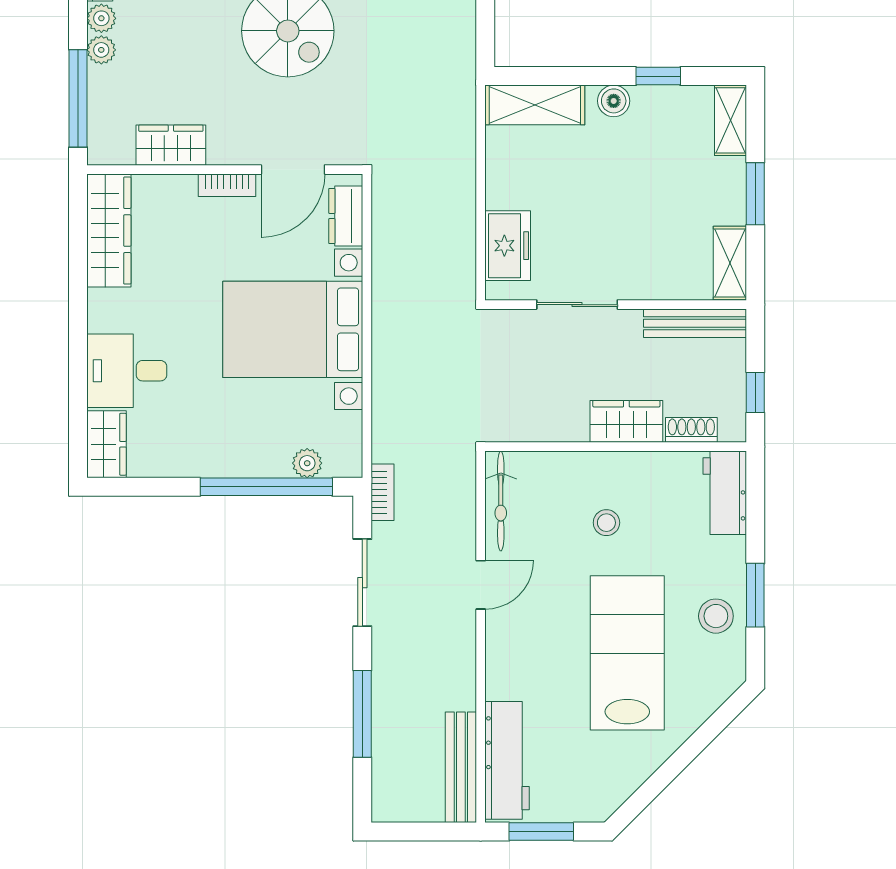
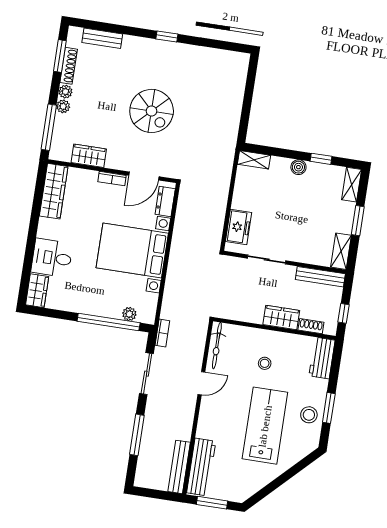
shelving: (535, 105) -> (254, 160), width x0.67, depth x0.75

